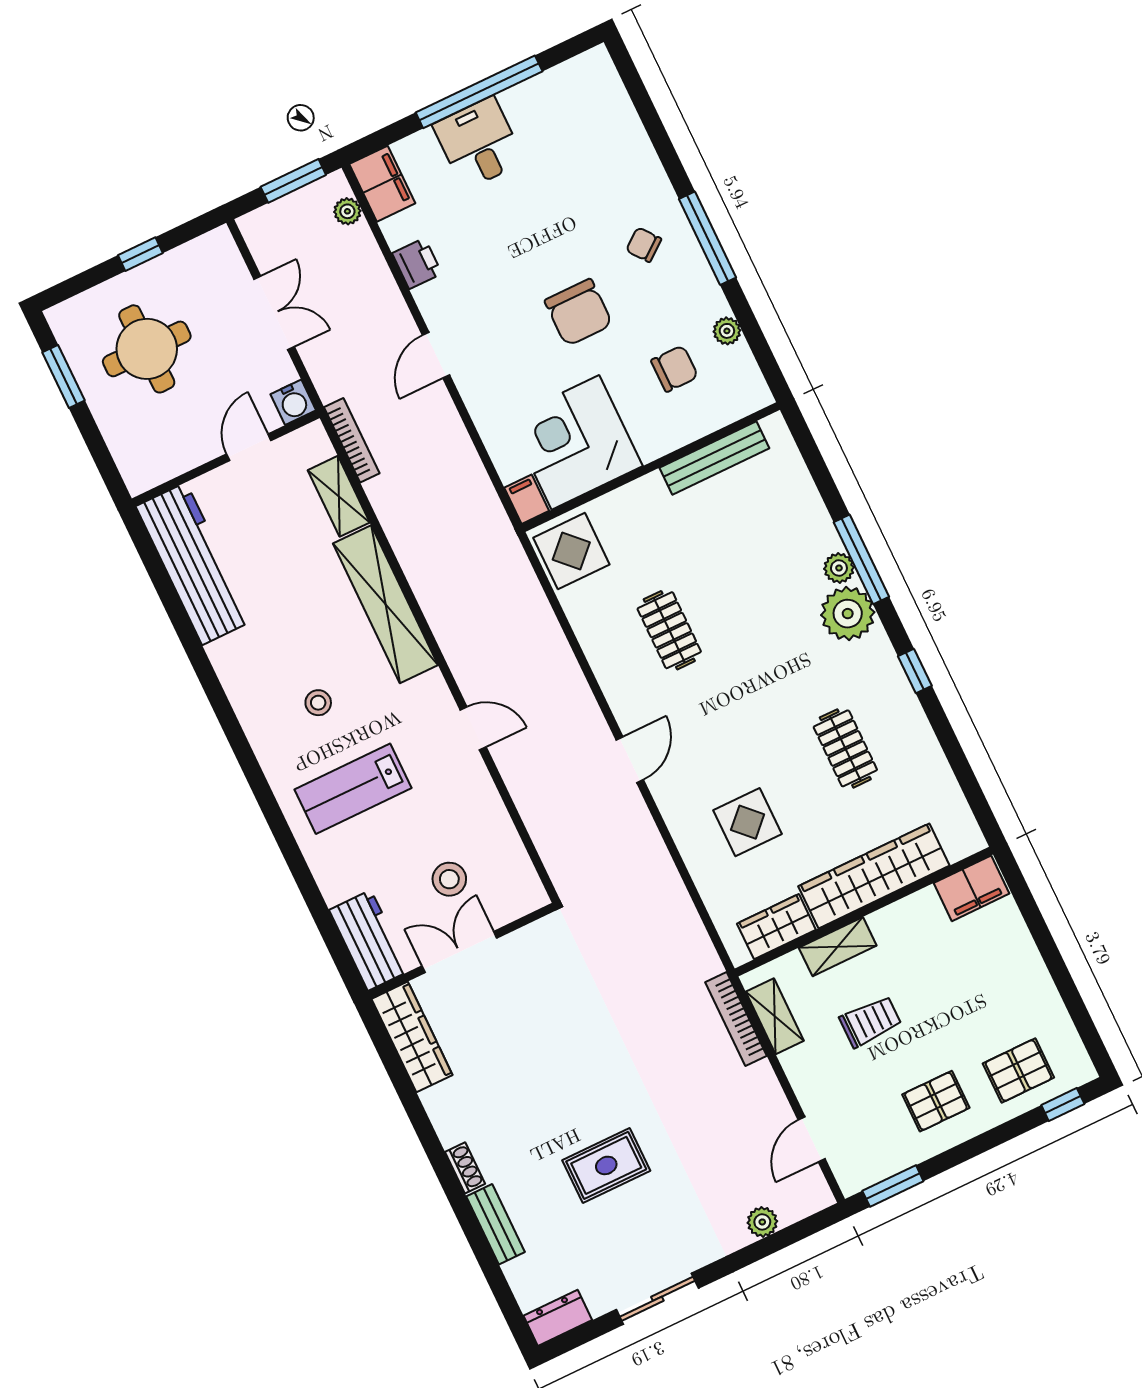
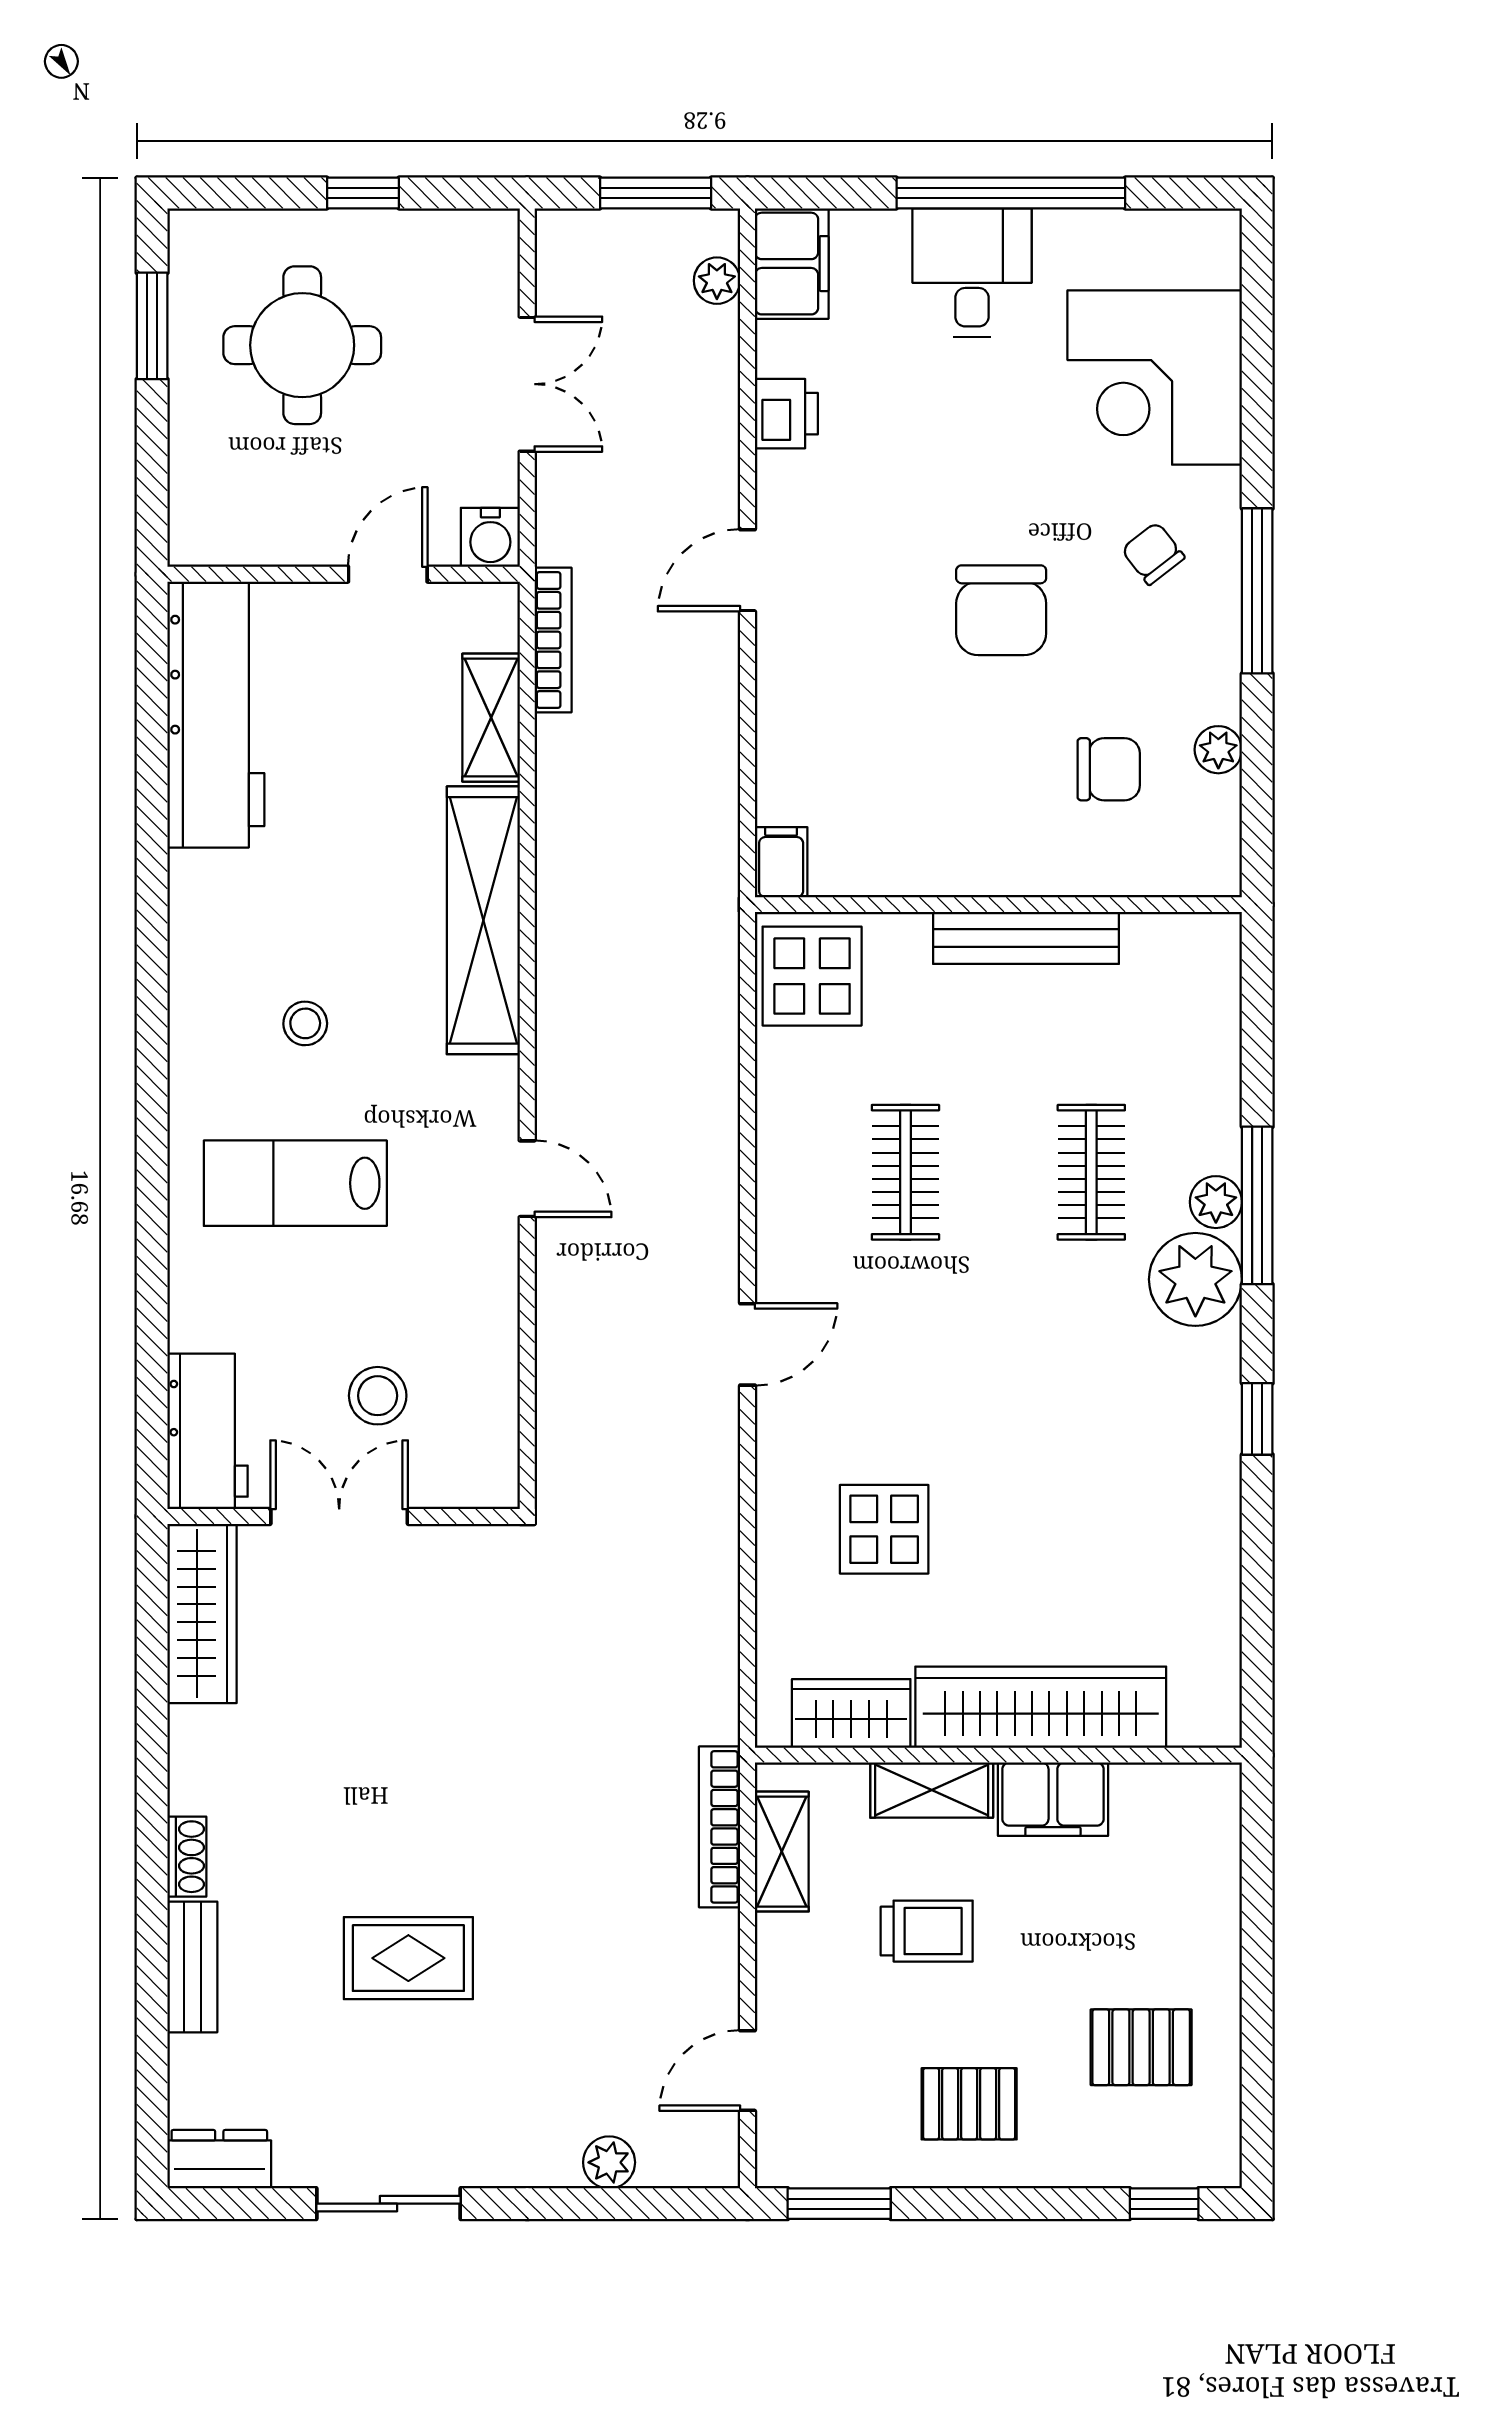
corner desk: (575, 442) -> (1155, 378), moved, turned -90
bench: (714, 458) -> (1026, 938), moved
clothes rail: (845, 748) -> (1091, 1172), moved
filing cabinet: (972, 888) -> (1053, 1799), moved
pallet: (1018, 1071) -> (1141, 2047), moved

